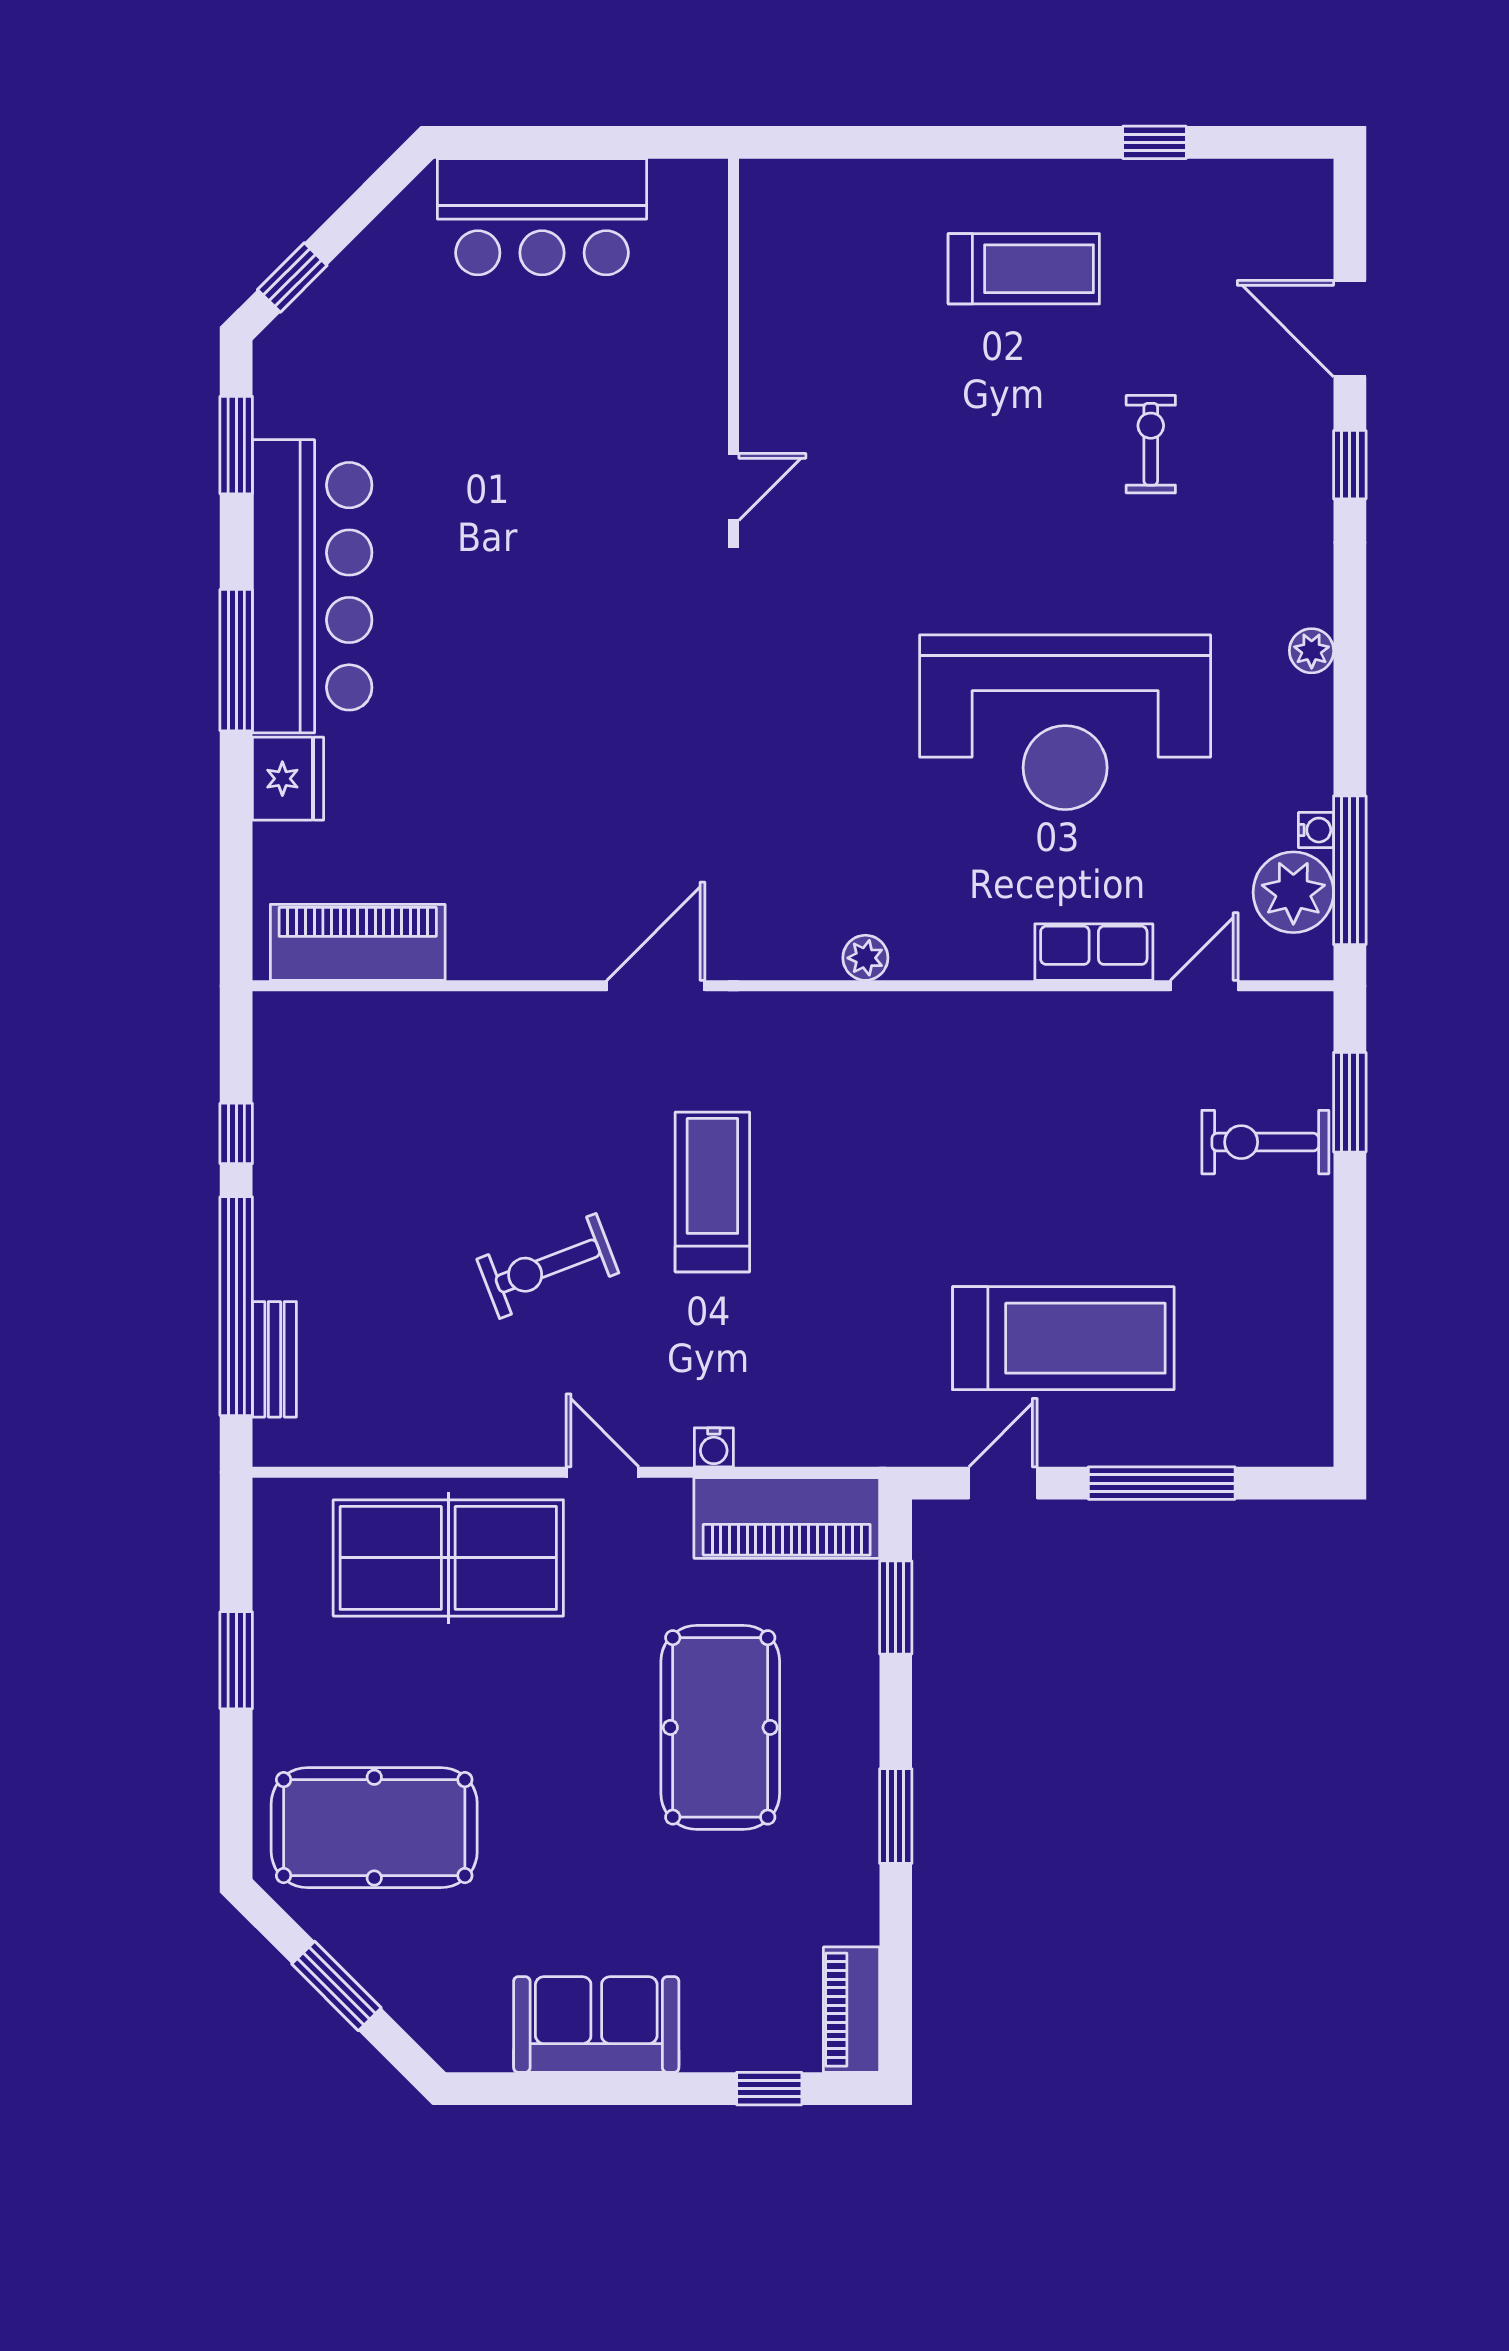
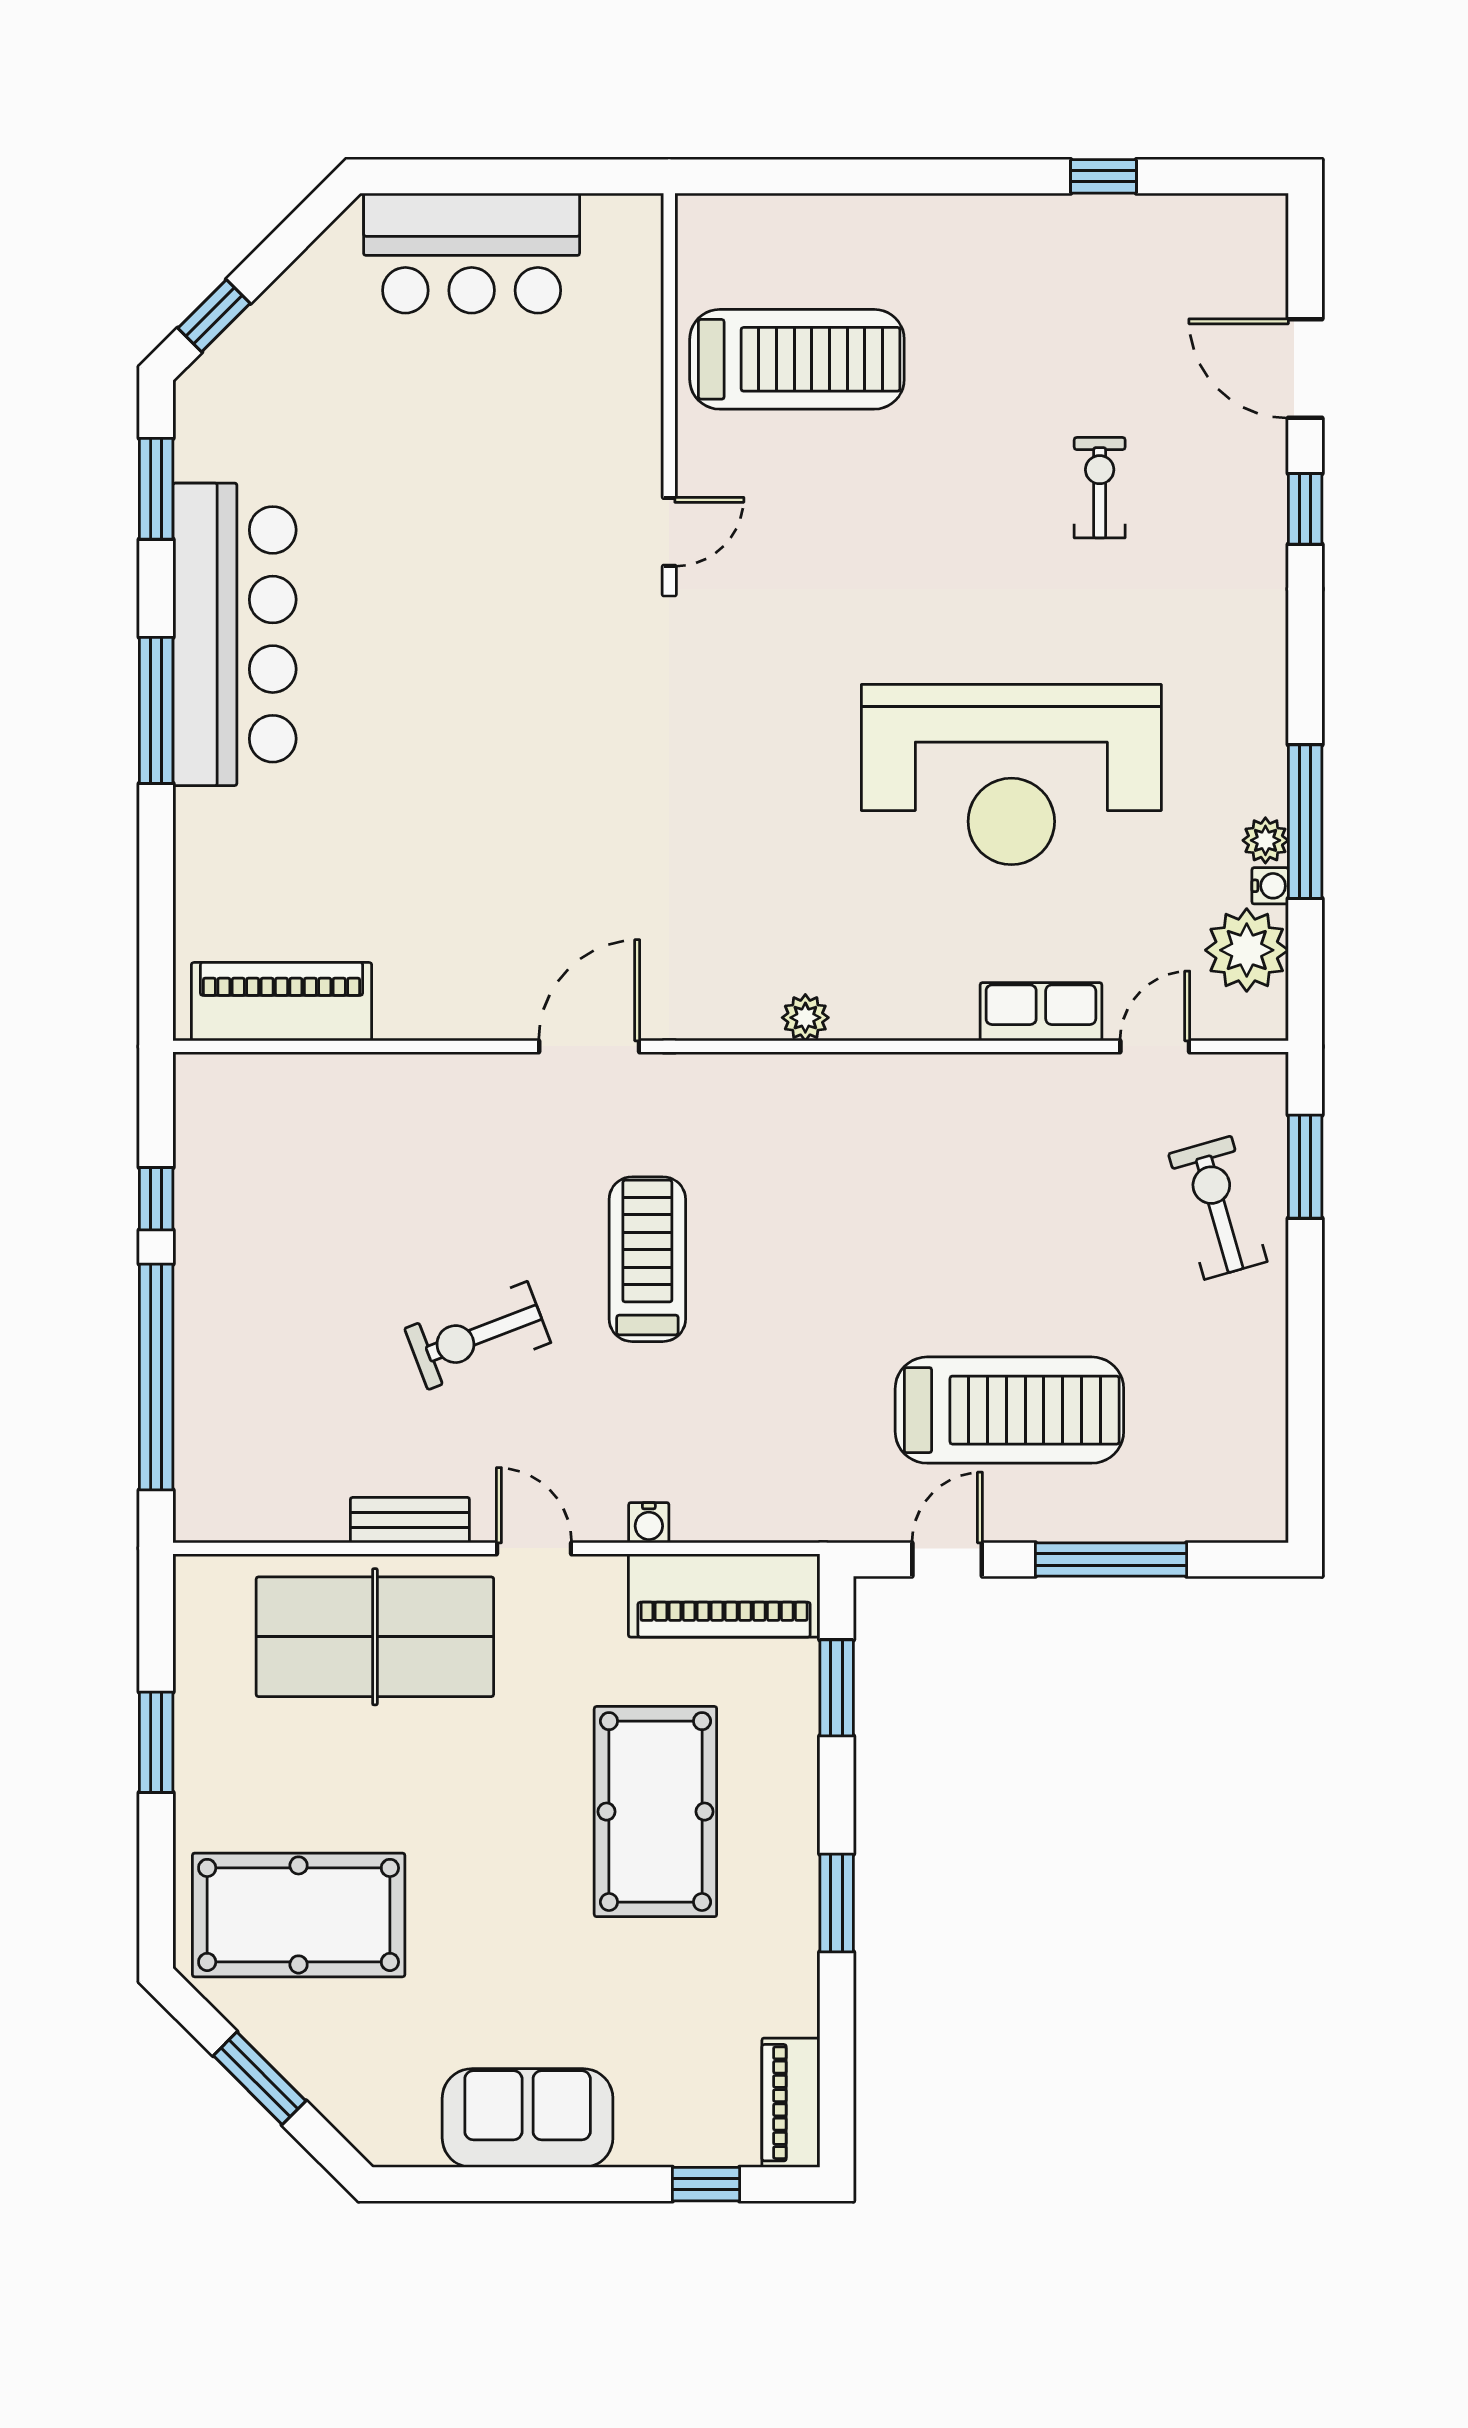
treadmill: (1024, 269) -> (797, 359), moved, width x1.37, depth x1.38
plant: (1312, 651) -> (1265, 840), moved
fridge: (288, 779) -> (210, 833), removed
window: (1350, 870) -> (1305, 822), moved
exercise bike: (1265, 1142) -> (1218, 1208), turned 74
bench: (274, 1359) -> (410, 1520), moved, turned 90

